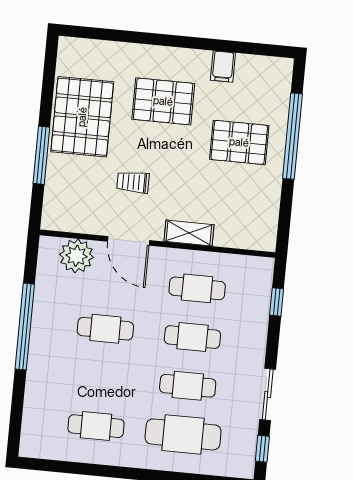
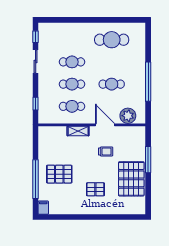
filing cabinet: (223, 67) -> (43, 208), moved
pallet: (163, 101) -> (95, 189), width x0.67, depth x0.71
cafe table: (96, 426) -> (112, 40), width x1.37, depth x1.35
cafe table: (183, 434) -> (72, 40), removed

